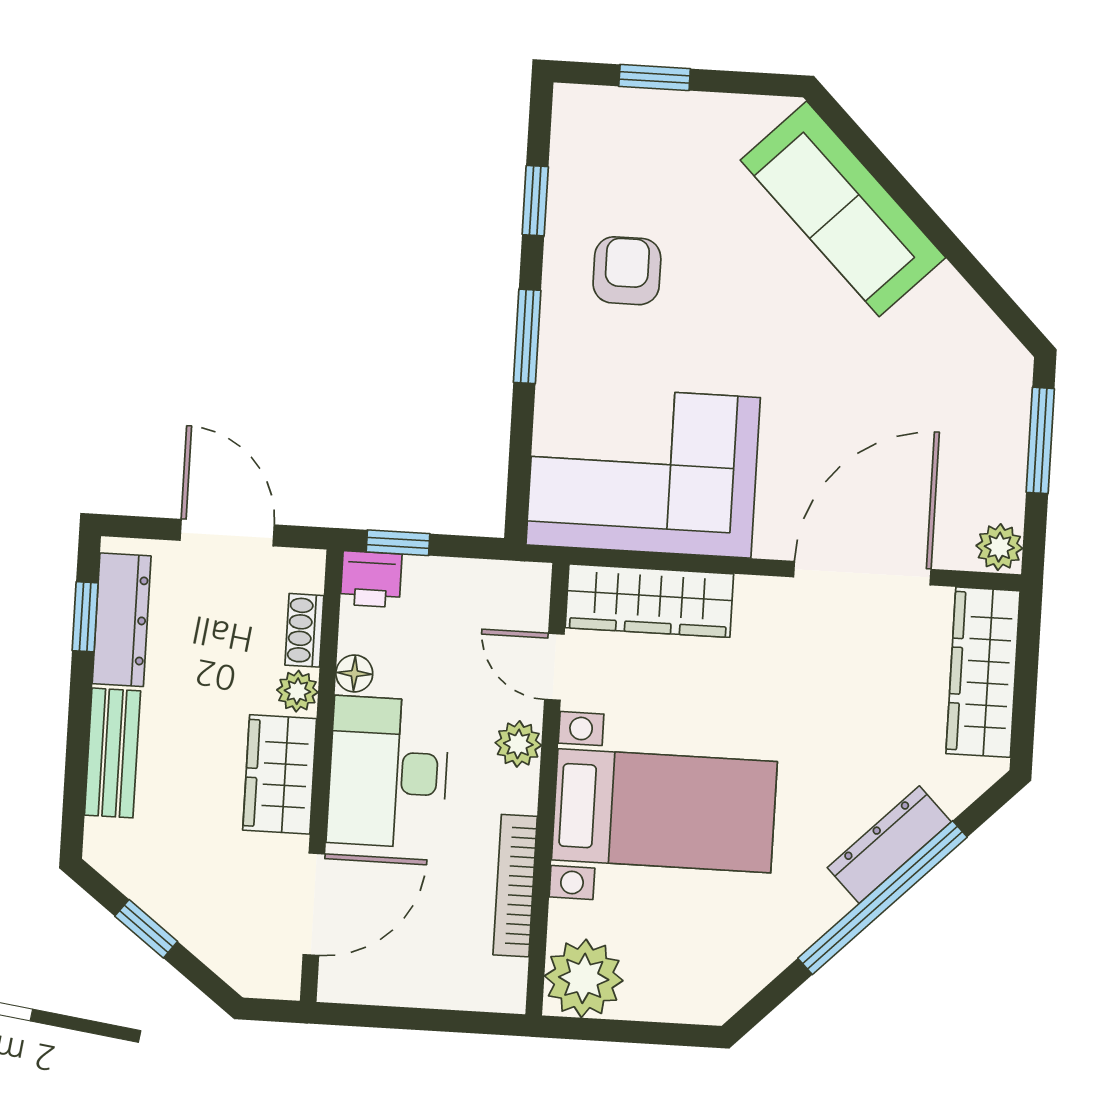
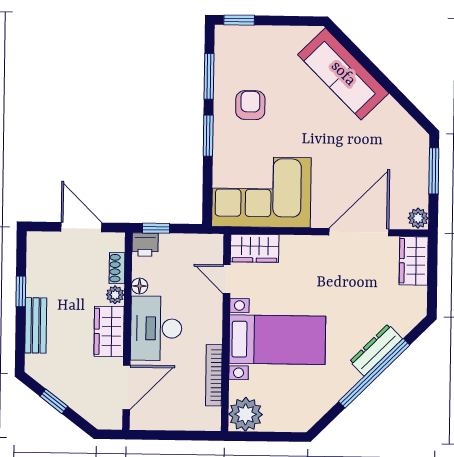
window: (655, 77) -> (239, 20), moved
window: (535, 201) -> (209, 76), width x1.50
wardrobe: (649, 601) -> (255, 248), width x0.67
window: (85, 617) -> (21, 291), moved
dresser: (122, 620) -> (37, 267), removed
wardrobe: (983, 672) -> (414, 261), width x0.67
plant: (518, 744) -> (212, 313), removed

